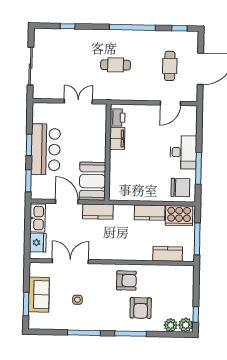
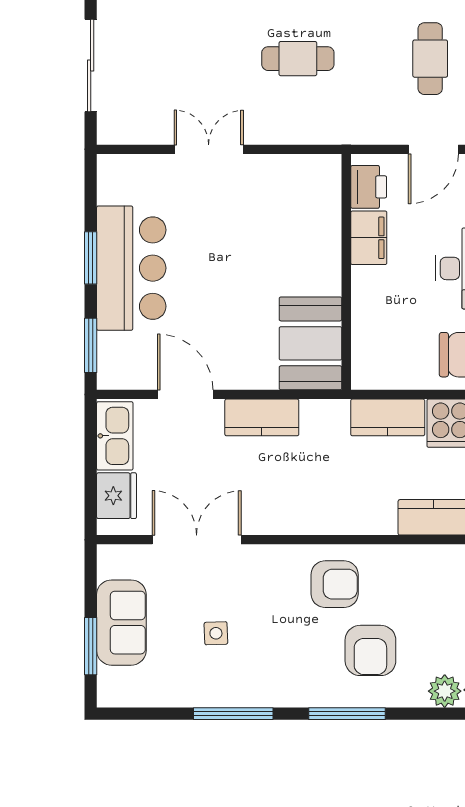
printer: (117, 118) -> (369, 187), moved
filing cabinet: (117, 138) -> (369, 238), moved
wall: (108, 152) -> (346, 272), moved
booth: (92, 181) -> (311, 343), moved

